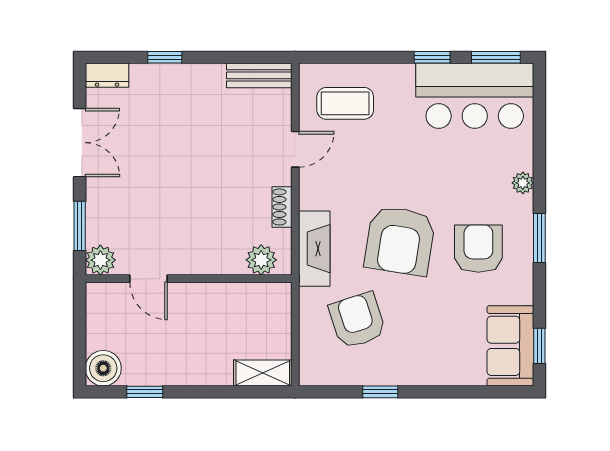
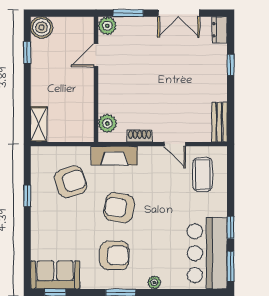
armchair: (400, 241) -> (119, 208), width x0.73, depth x0.73

